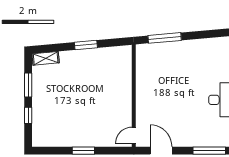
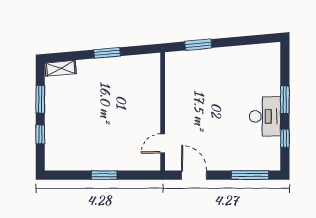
window: (165, 38) -> (198, 45), width x0.69
door: (134, 136) -> (163, 143), moved

